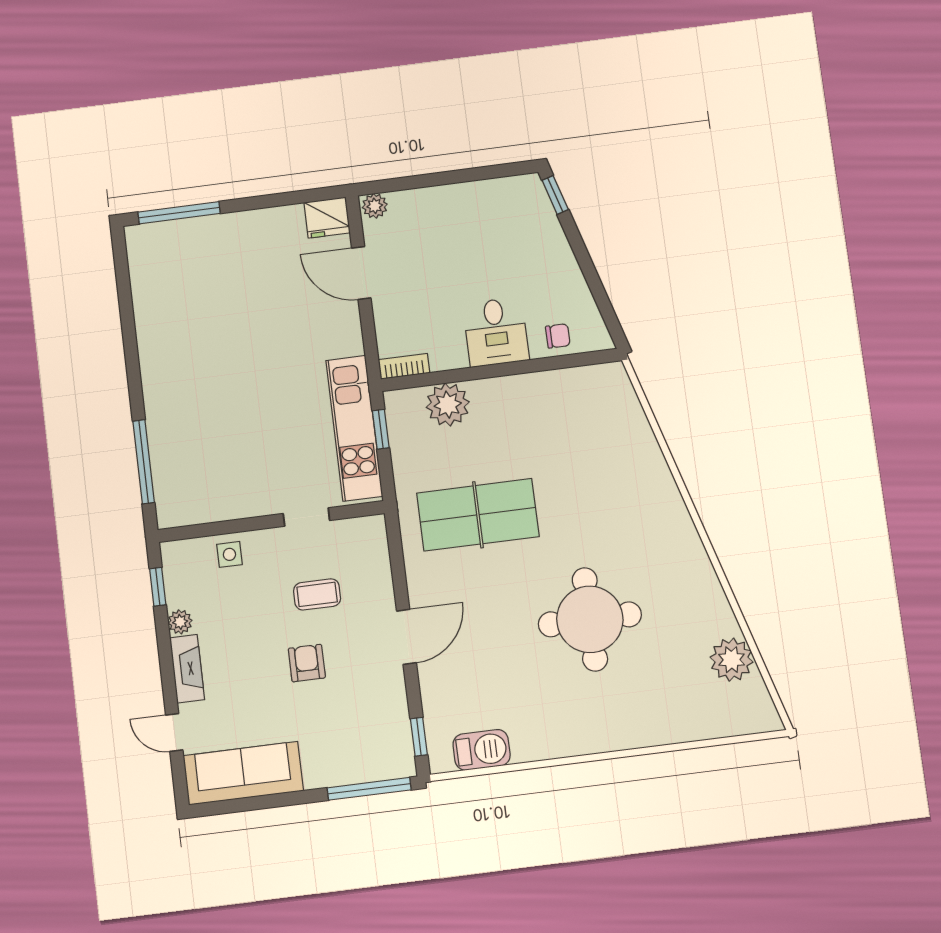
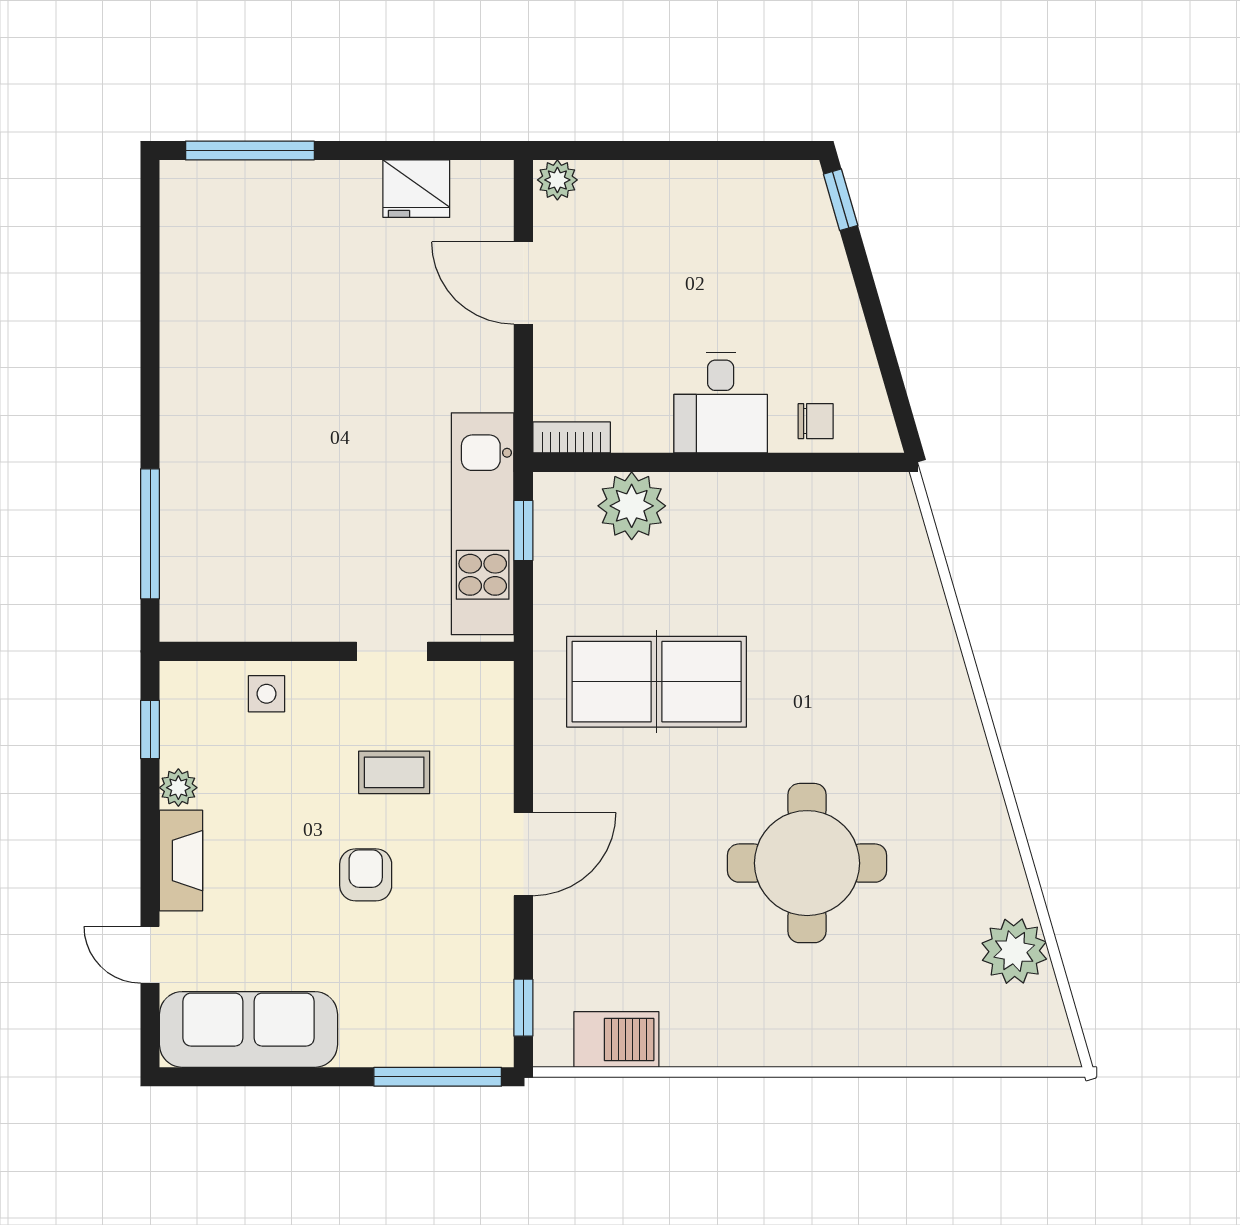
fridge: (327, 218) -> (416, 189), moved

